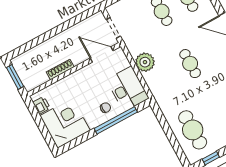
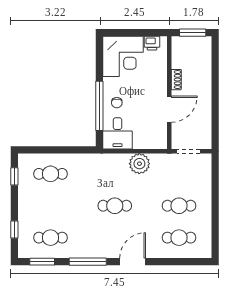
door: (102, 54) -> (169, 109), moved
shoe rack: (60, 70) -> (176, 80), width x0.70
desk: (128, 89) -> (118, 133), width x0.73
cafe table: (193, 130) -> (50, 174), width x0.73, depth x0.74

